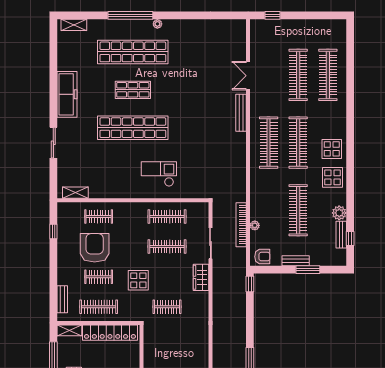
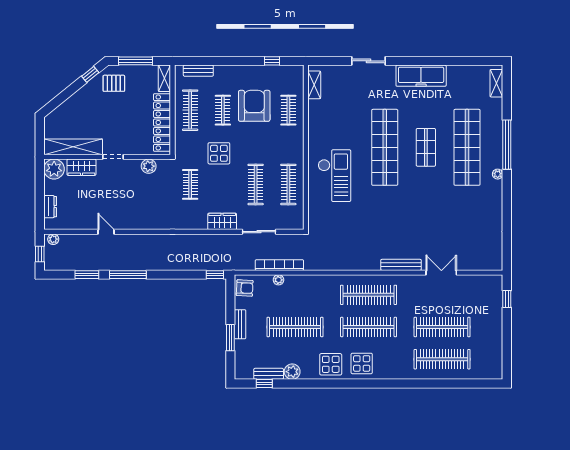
checkout: (159, 174) -> (334, 176), width x1.36, depth x1.21
armchair: (95, 248) -> (254, 106), turned -90
armchair: (262, 257) -> (245, 288), turned -87
plant: (150, 345) -> (149, 166), added

